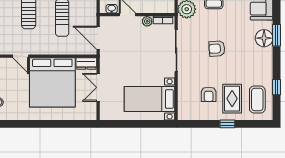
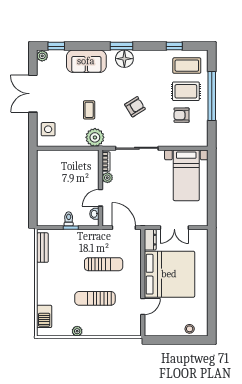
door: (98, 38) -> (124, 228), swing flipped
armchair: (217, 49) -> (135, 107), turned -118
armchair: (209, 94) -> (182, 115), turned 180
window: (227, 124) -> (212, 96), width x3.17

